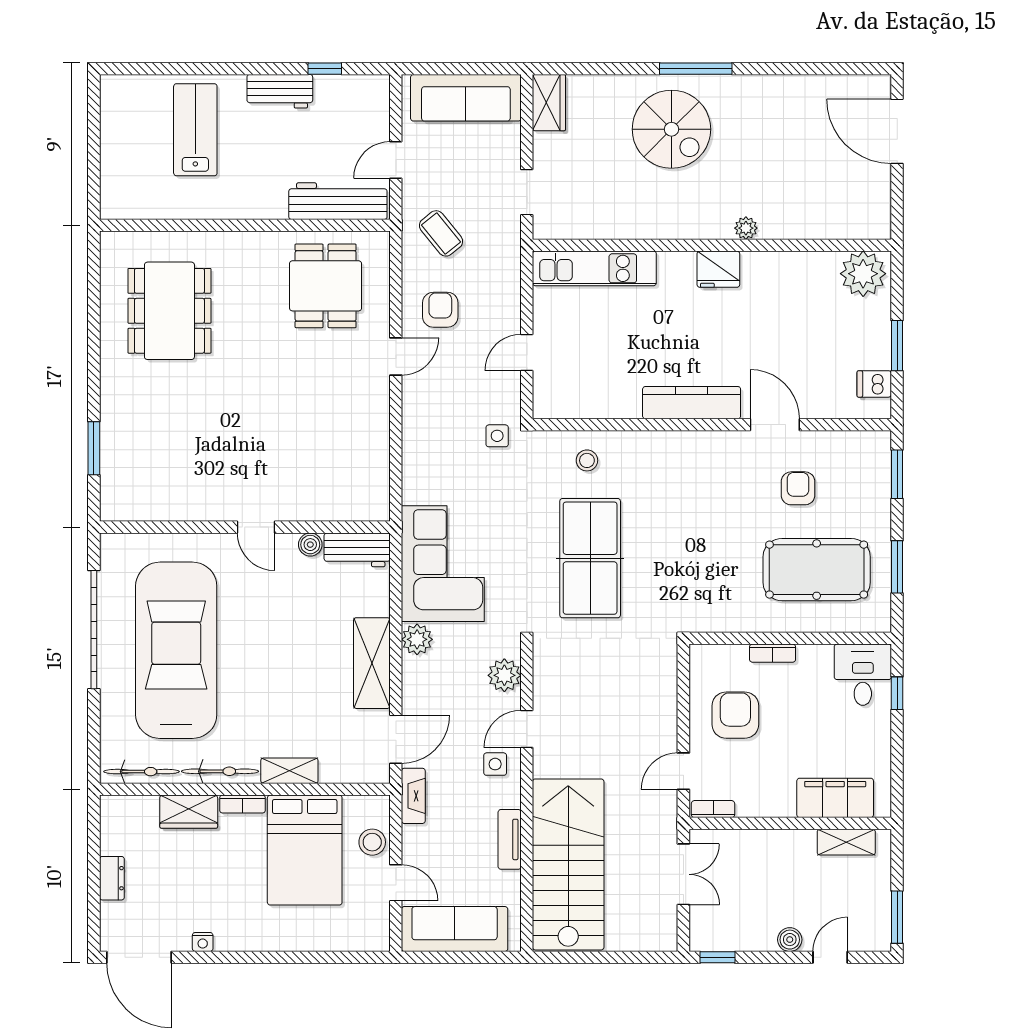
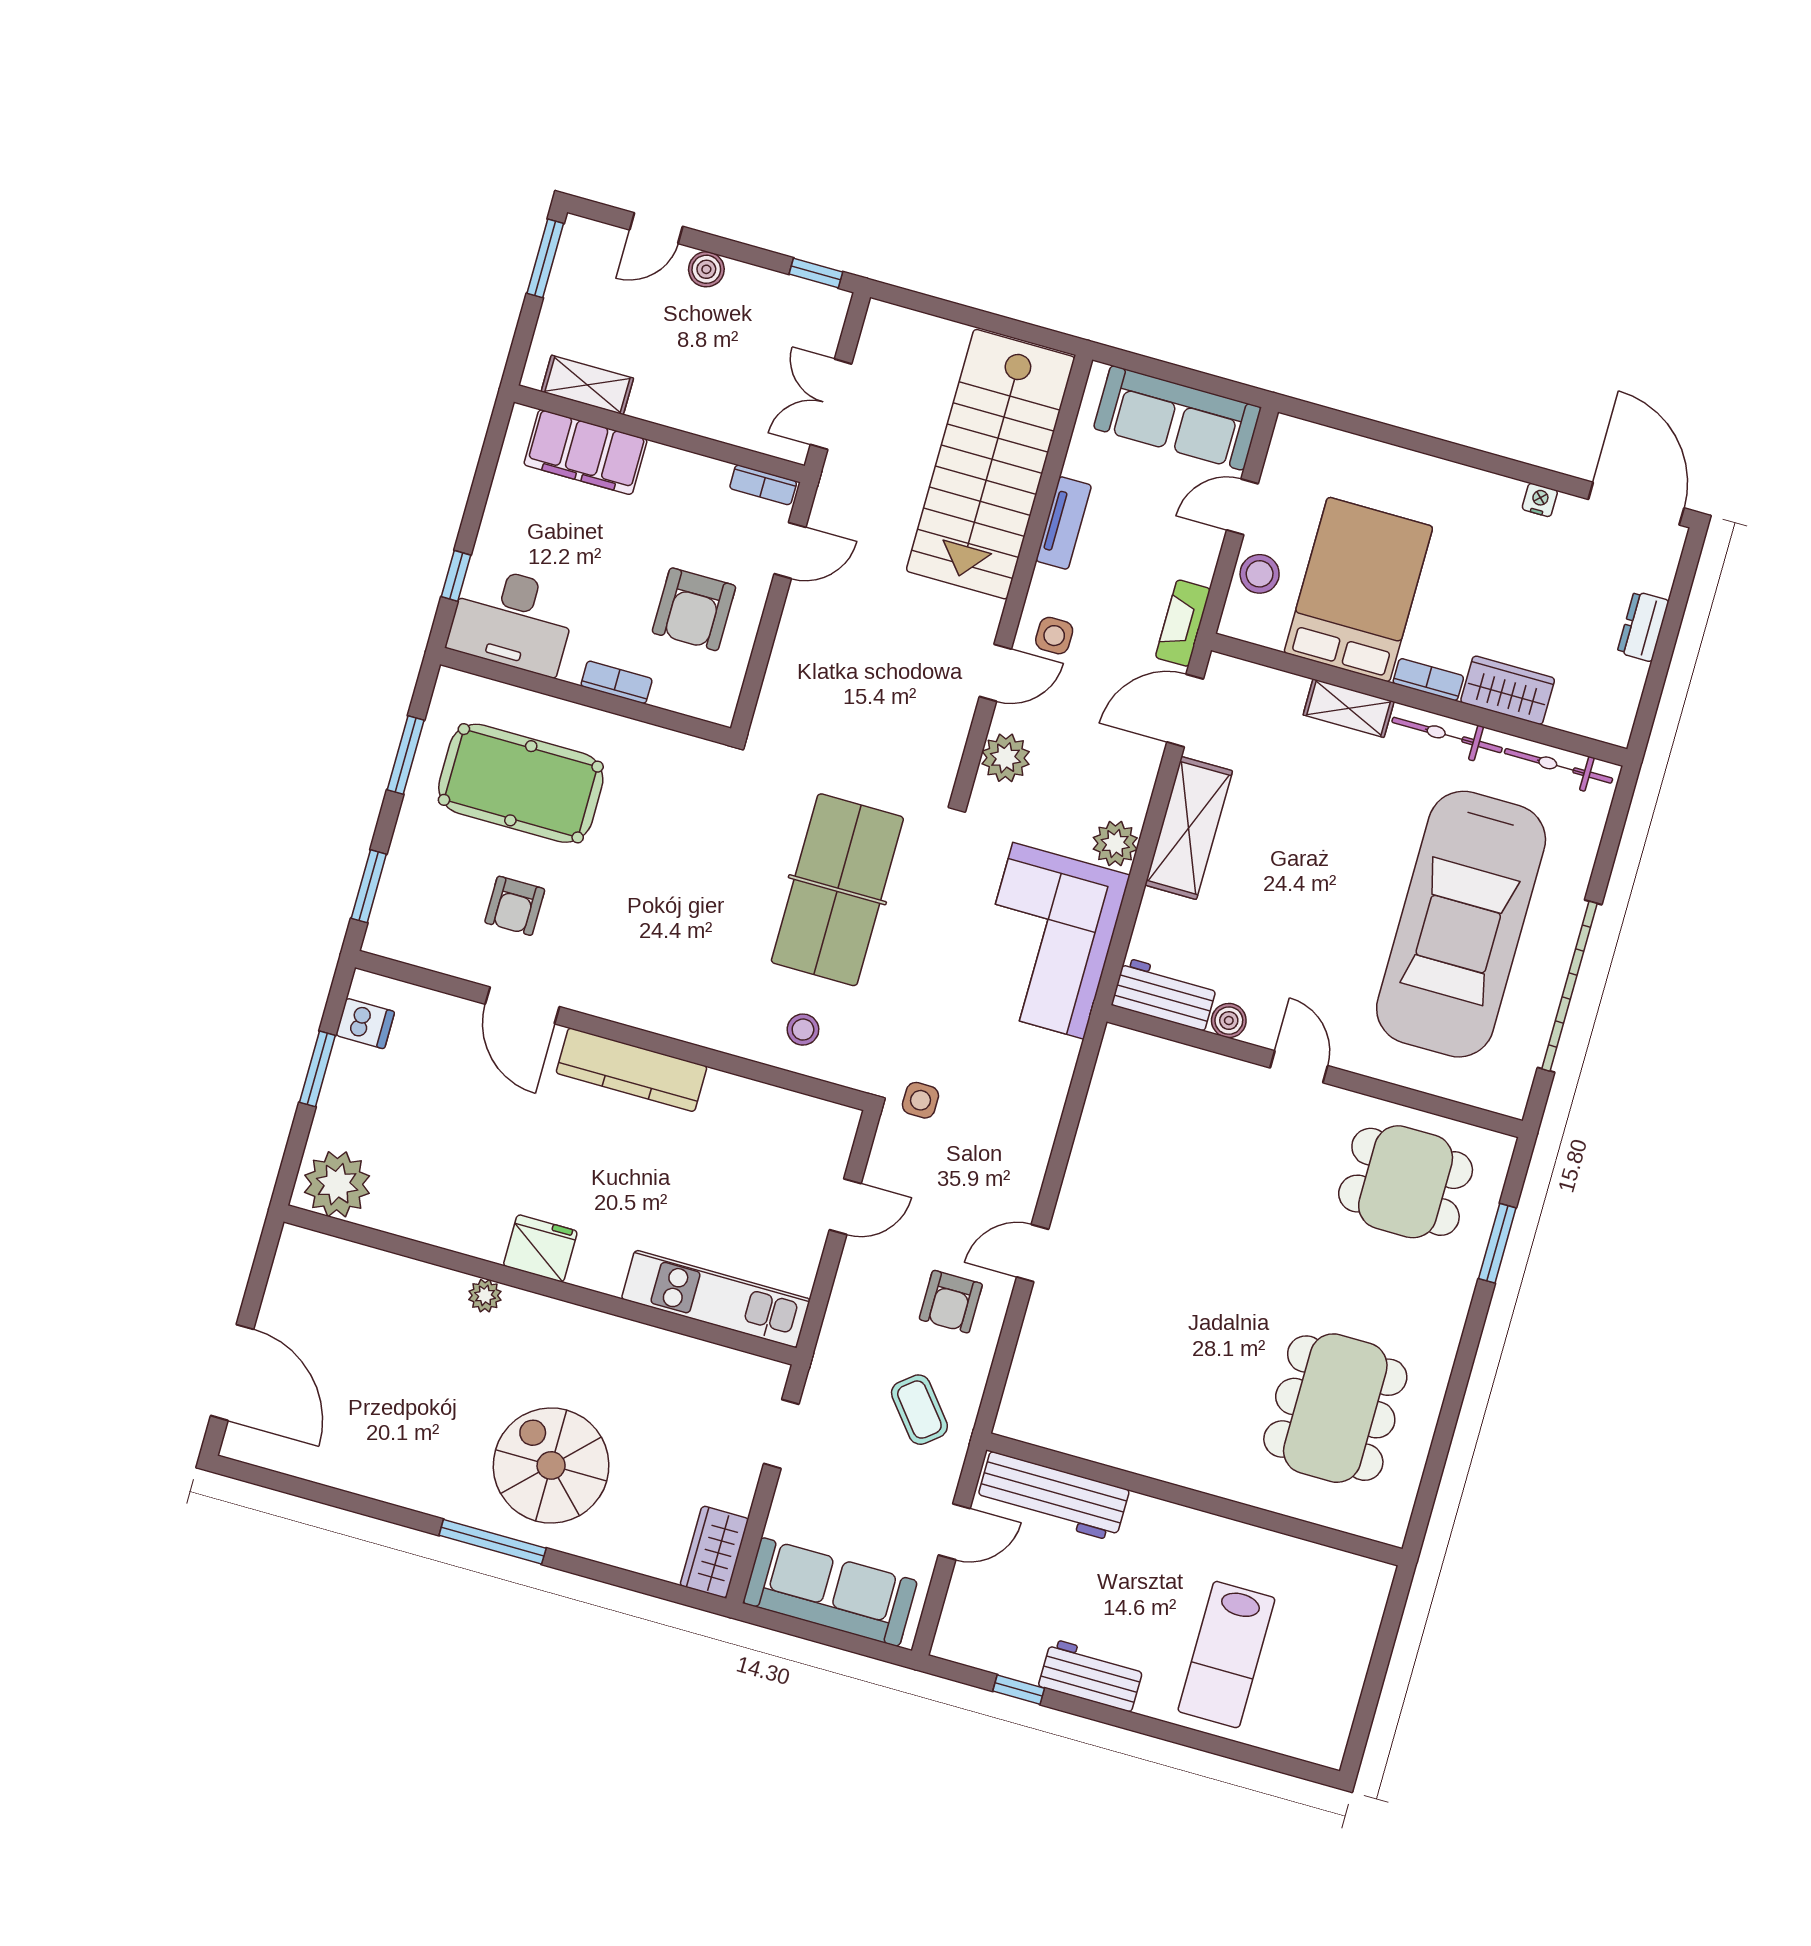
dining table: (326, 286) -> (1406, 1182), moved, turned 90
desk: (863, 675) -> (512, 620), width x1.37
door: (396, 883) -> (1242, 507), hinge flipped

